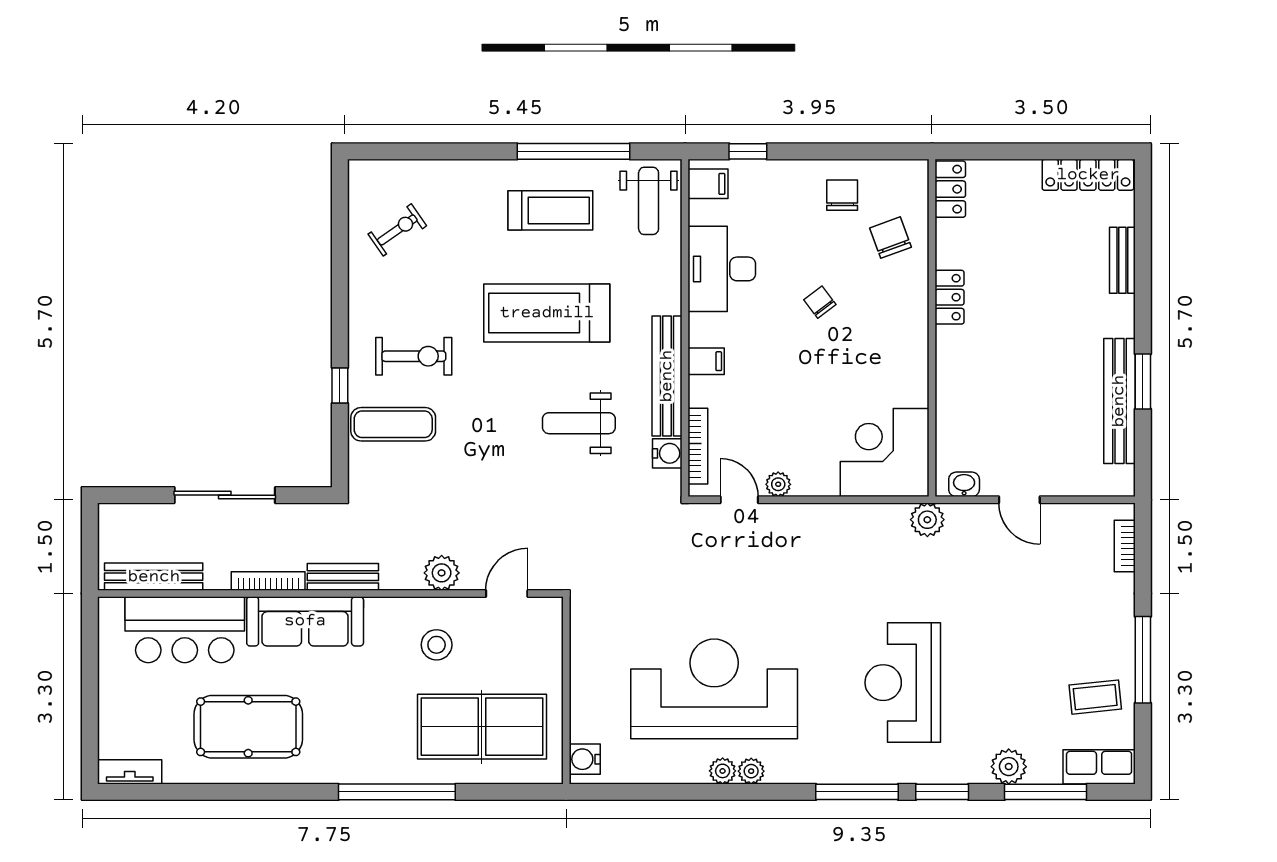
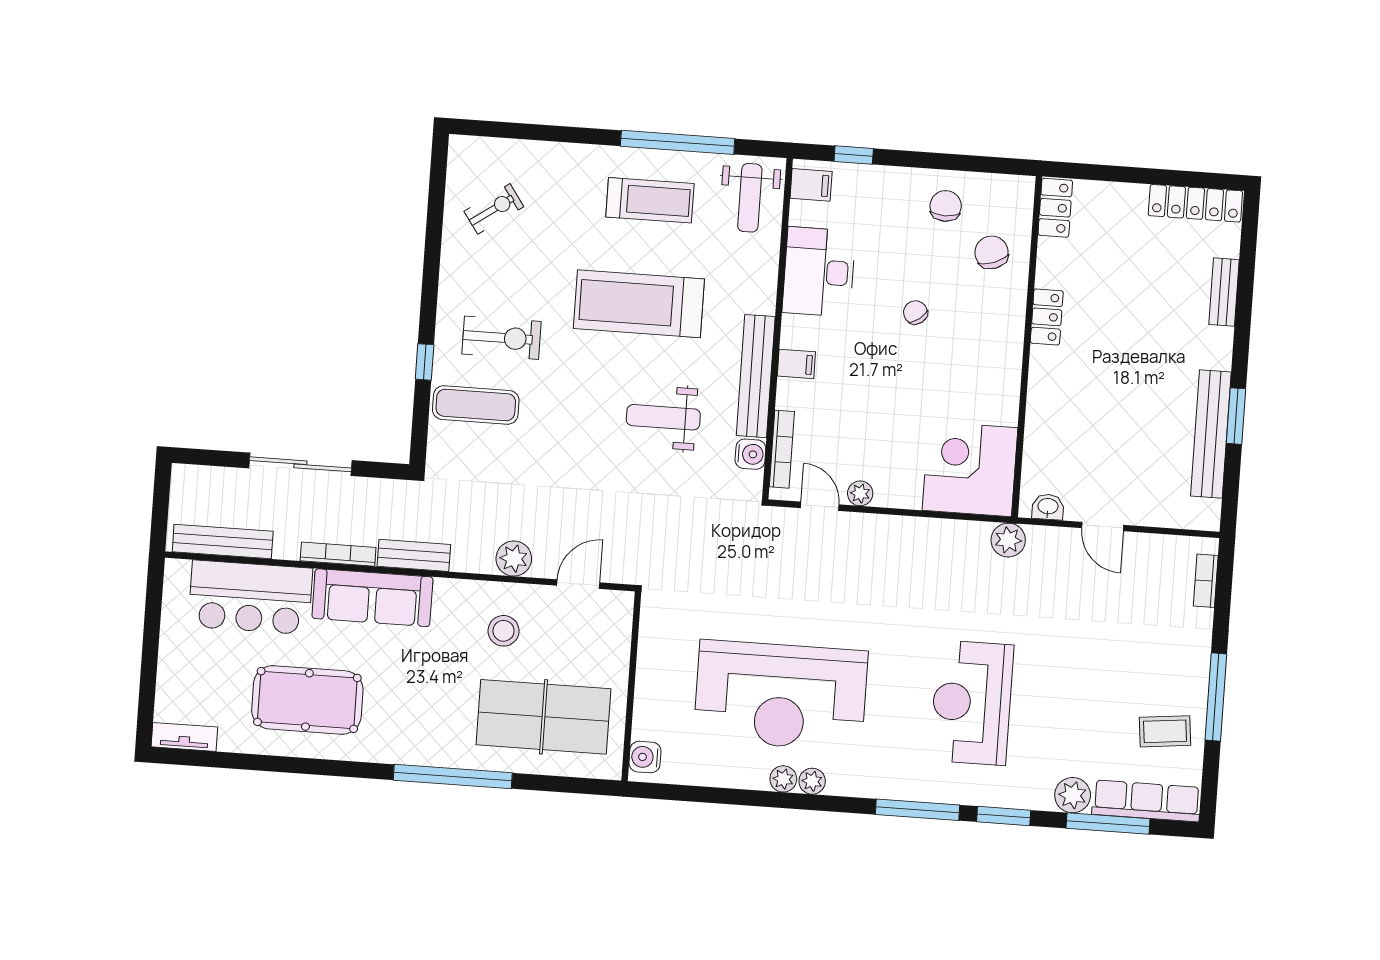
reception desk: (714, 689) -> (781, 695), turned 180
row of seats: (1099, 767) -> (1146, 801), width x1.48

